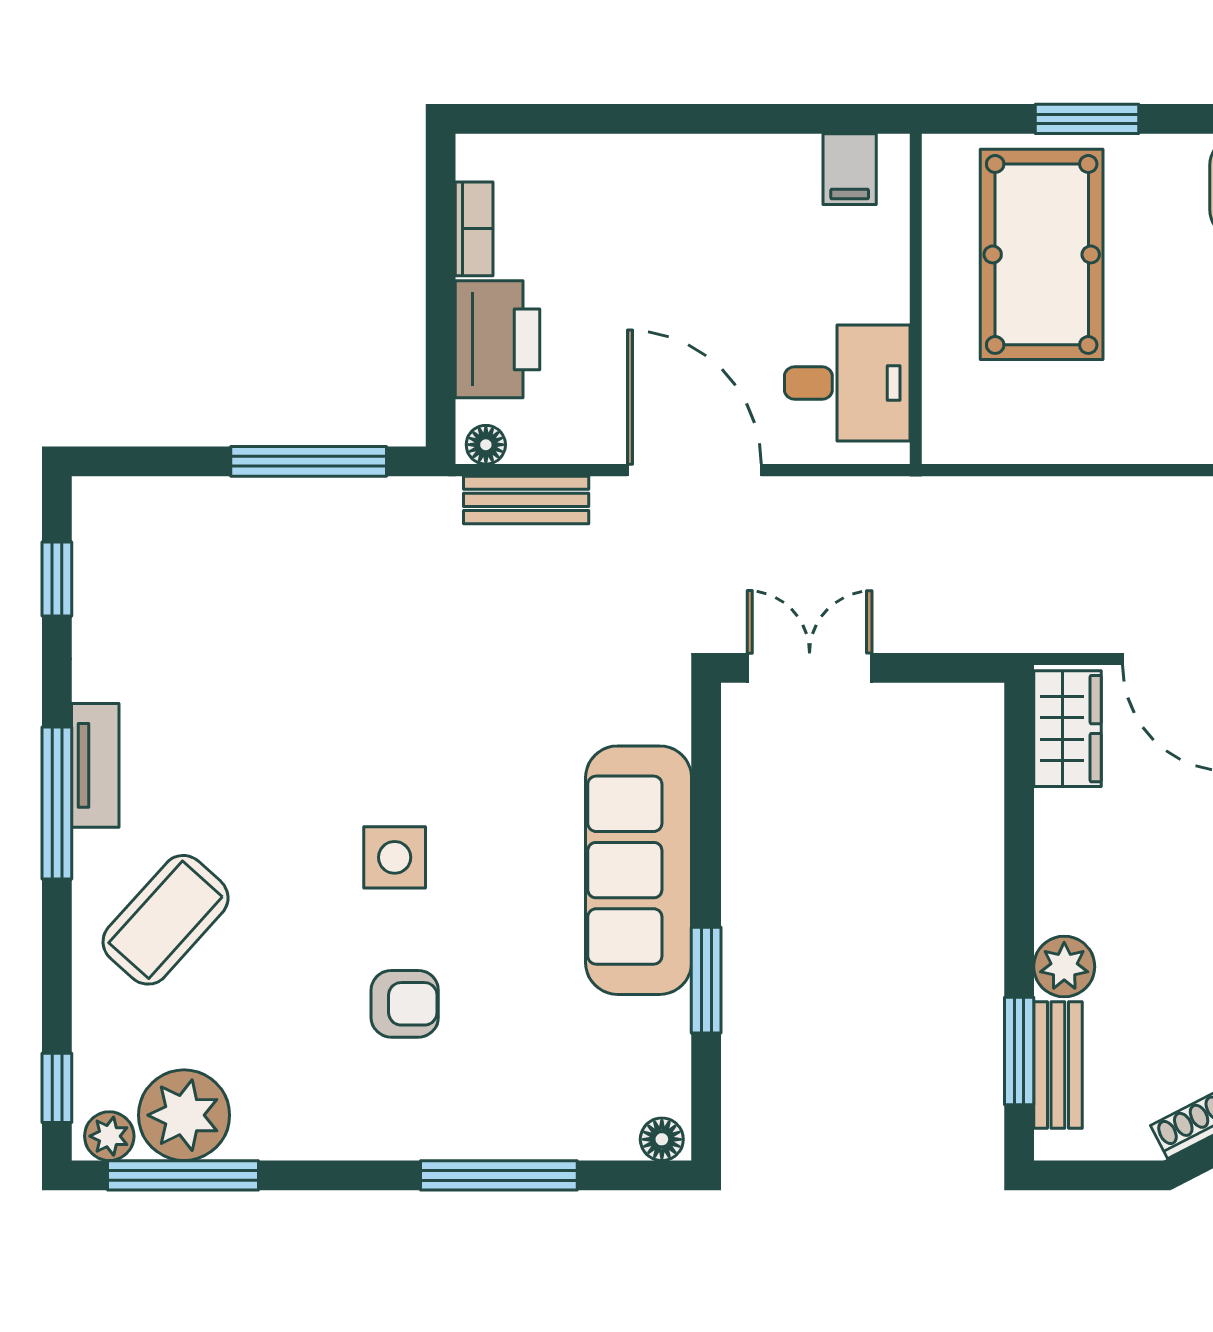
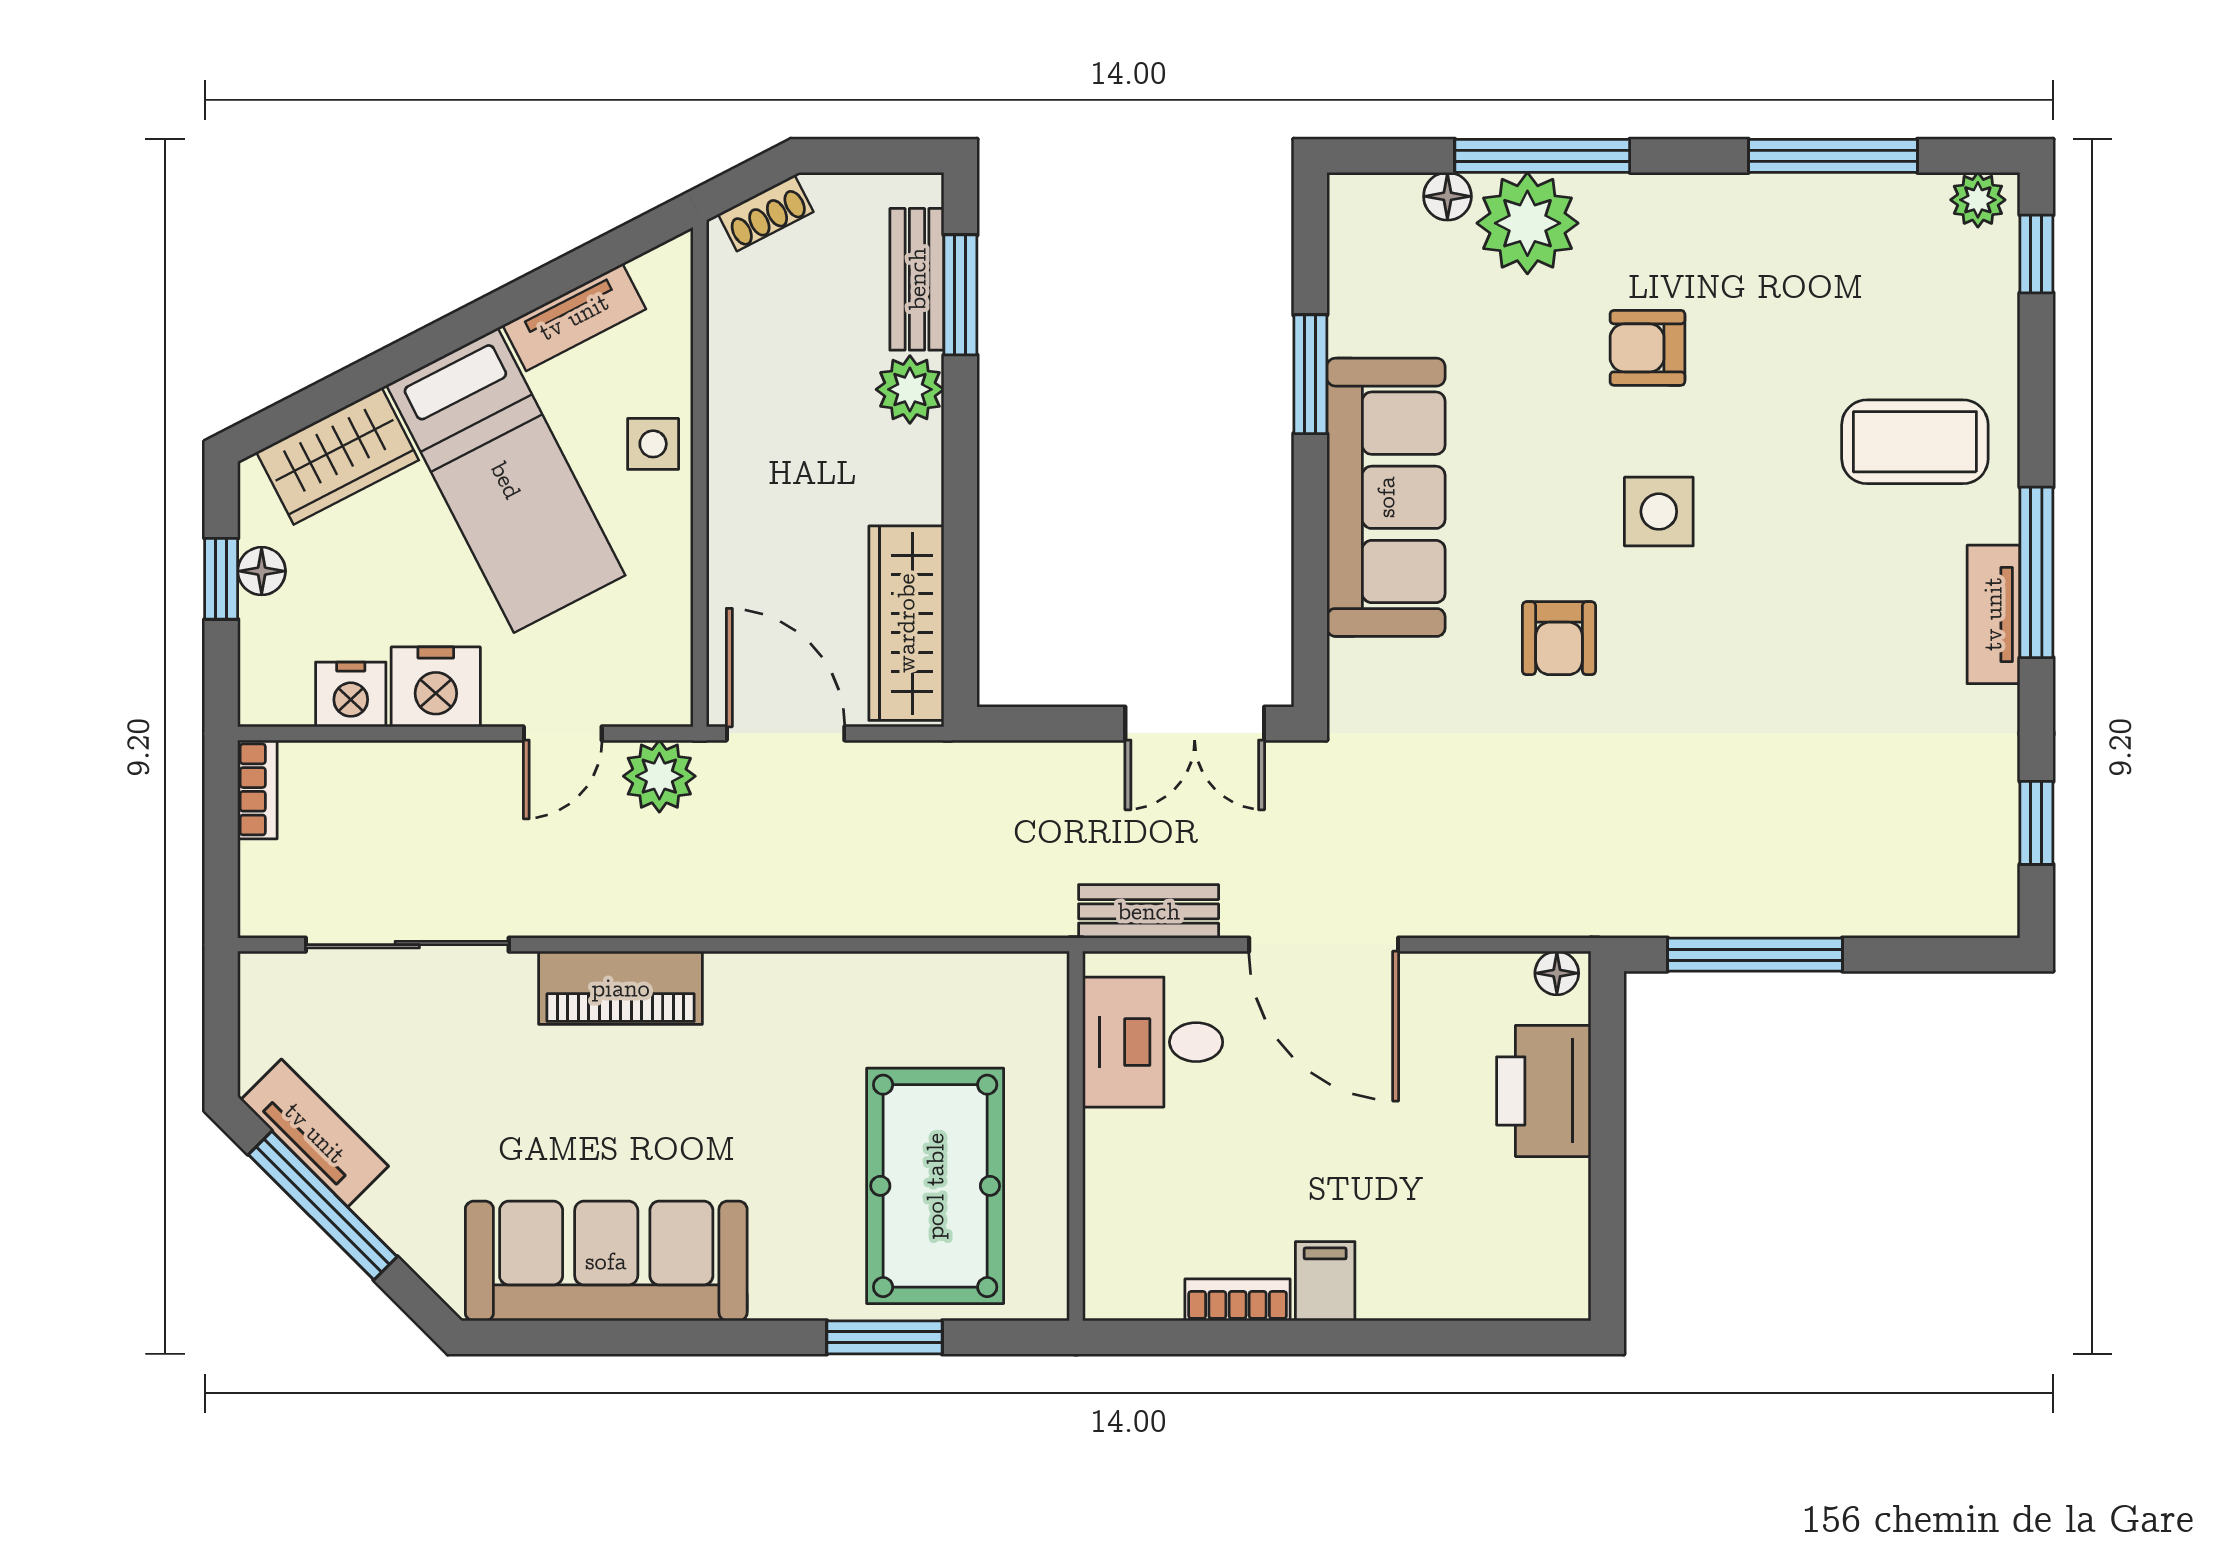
filing cabinet: (850, 169) -> (1325, 1281), moved
bookcase: (474, 229) -> (1238, 1300), moved, turned 90
bench: (526, 500) -> (1149, 911), moved
wardrobe: (1067, 729) -> (906, 623), width x1.50
armchair: (484, 744) -> (1559, 638), added
coffee table: (166, 920) -> (1915, 442), turned 48
plant: (184, 1115) -> (1527, 223), moved
floor lamp: (662, 1139) -> (1447, 196), moved
window: (183, 1175) -> (1833, 156), moved

